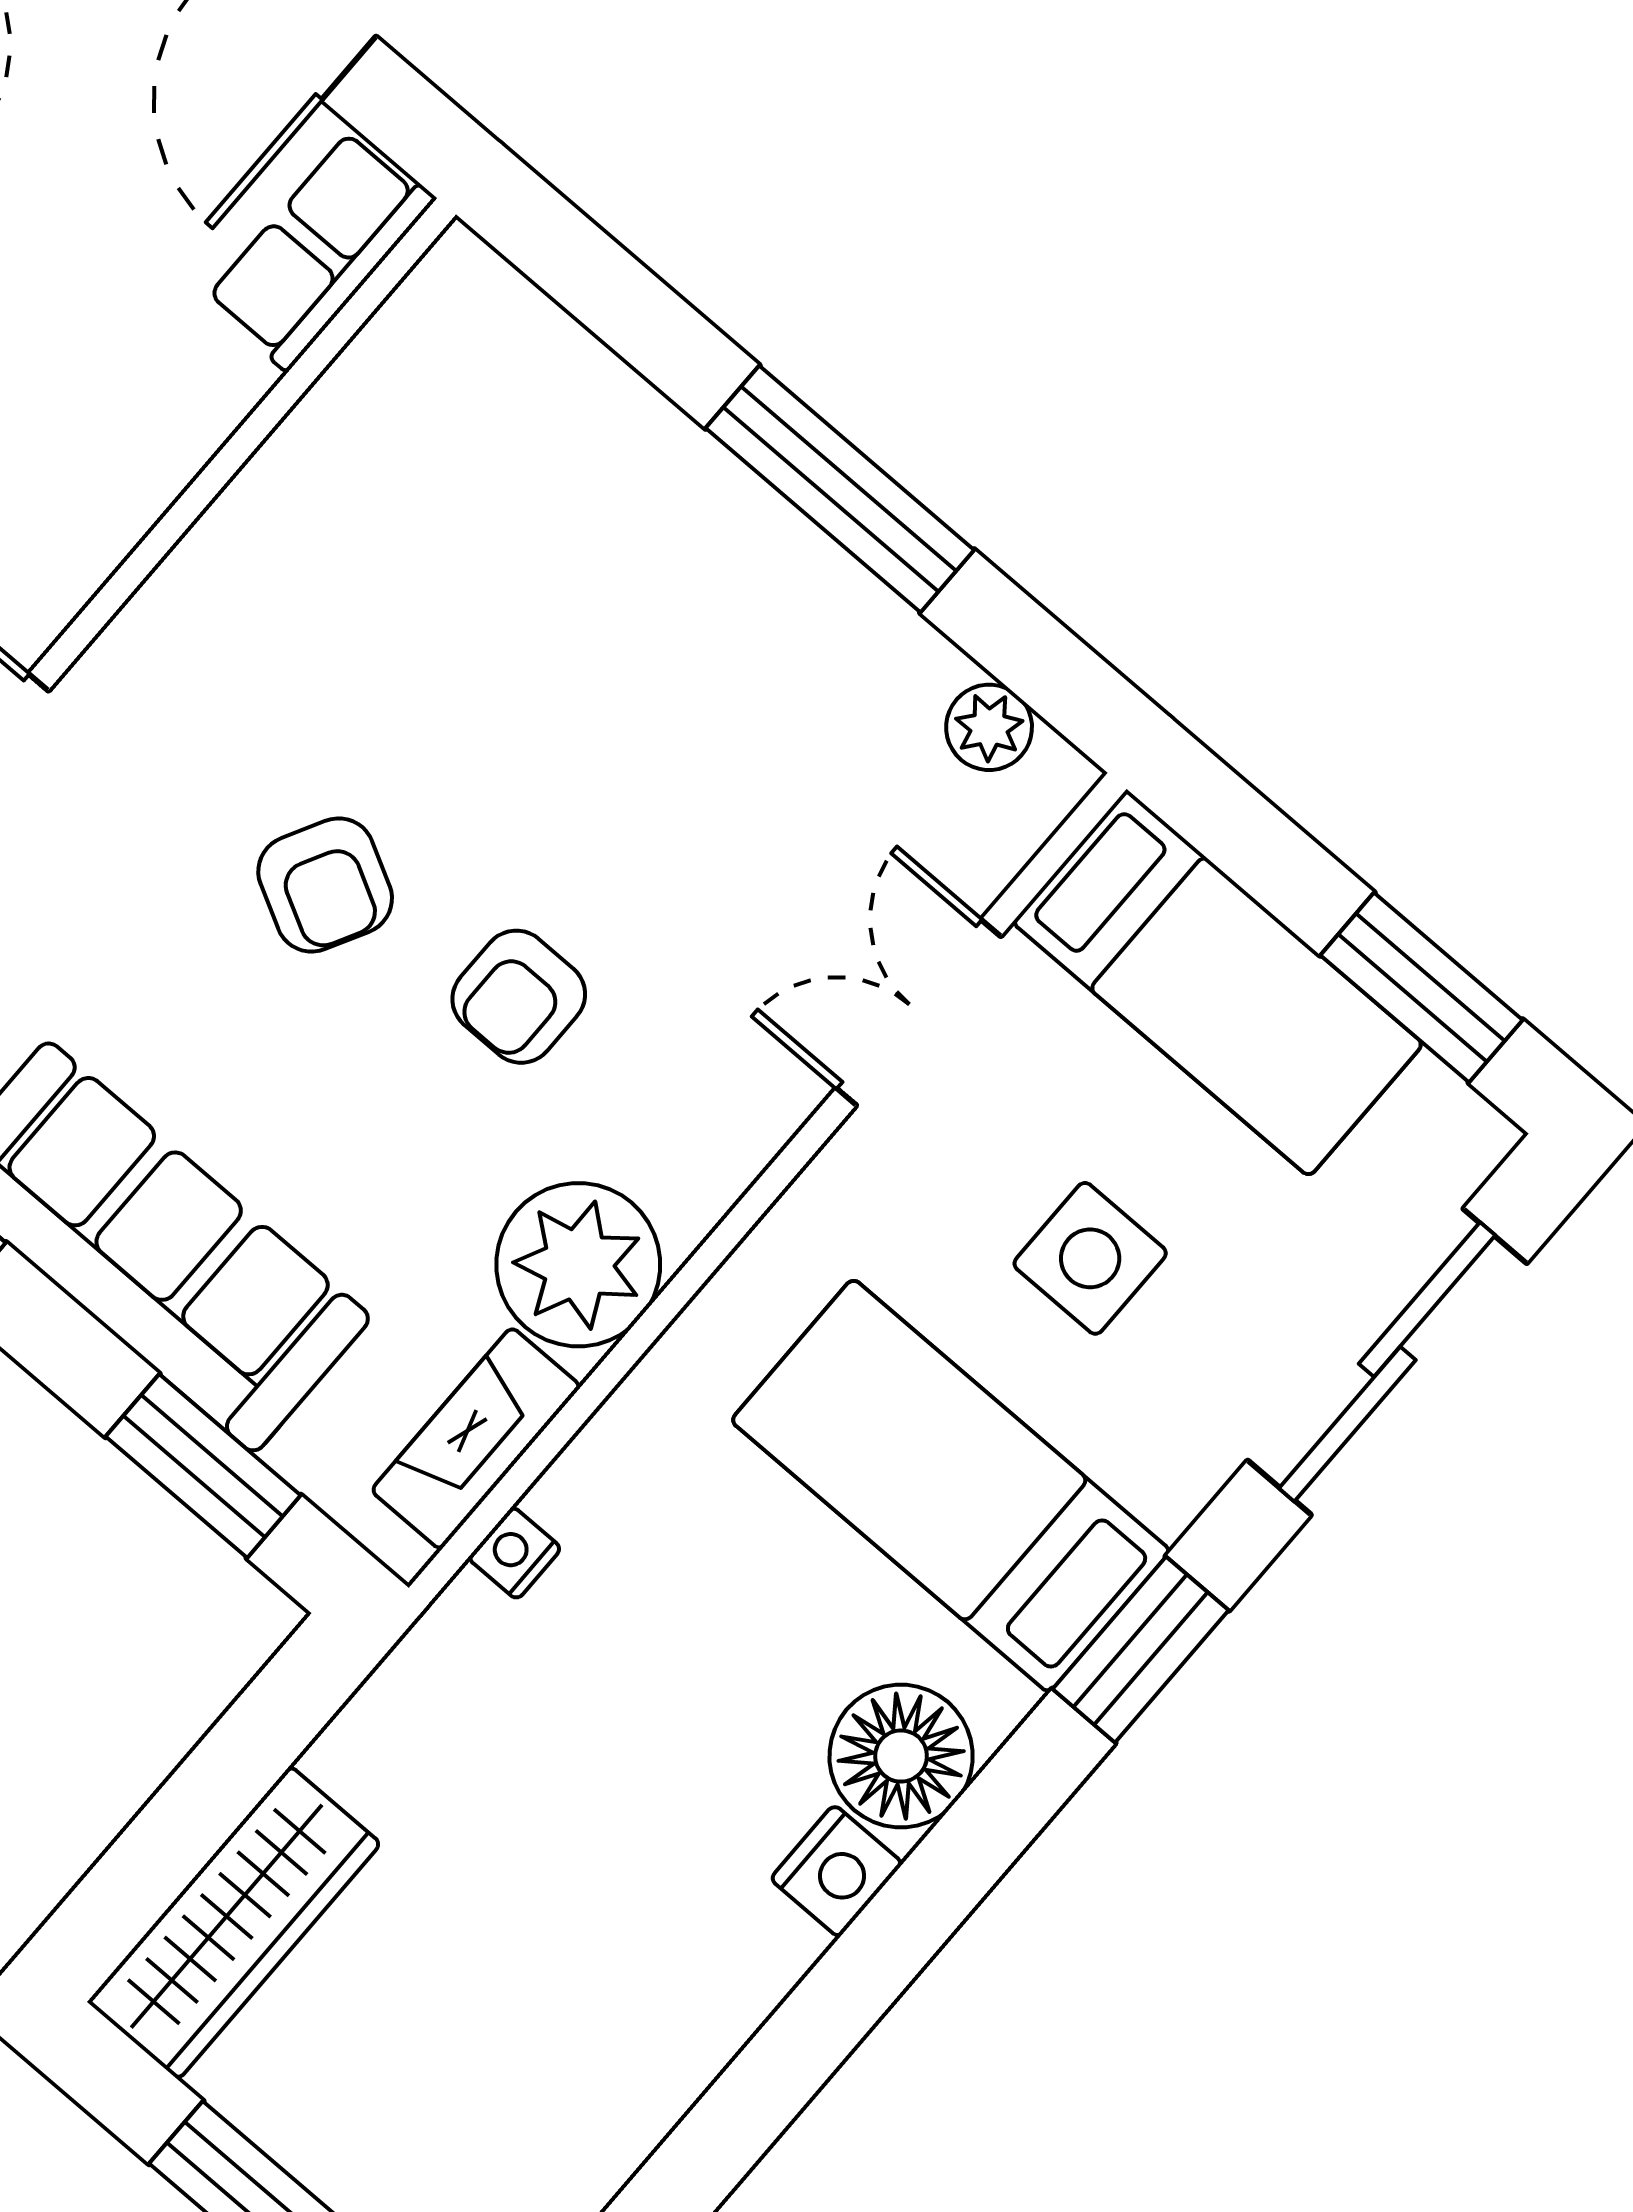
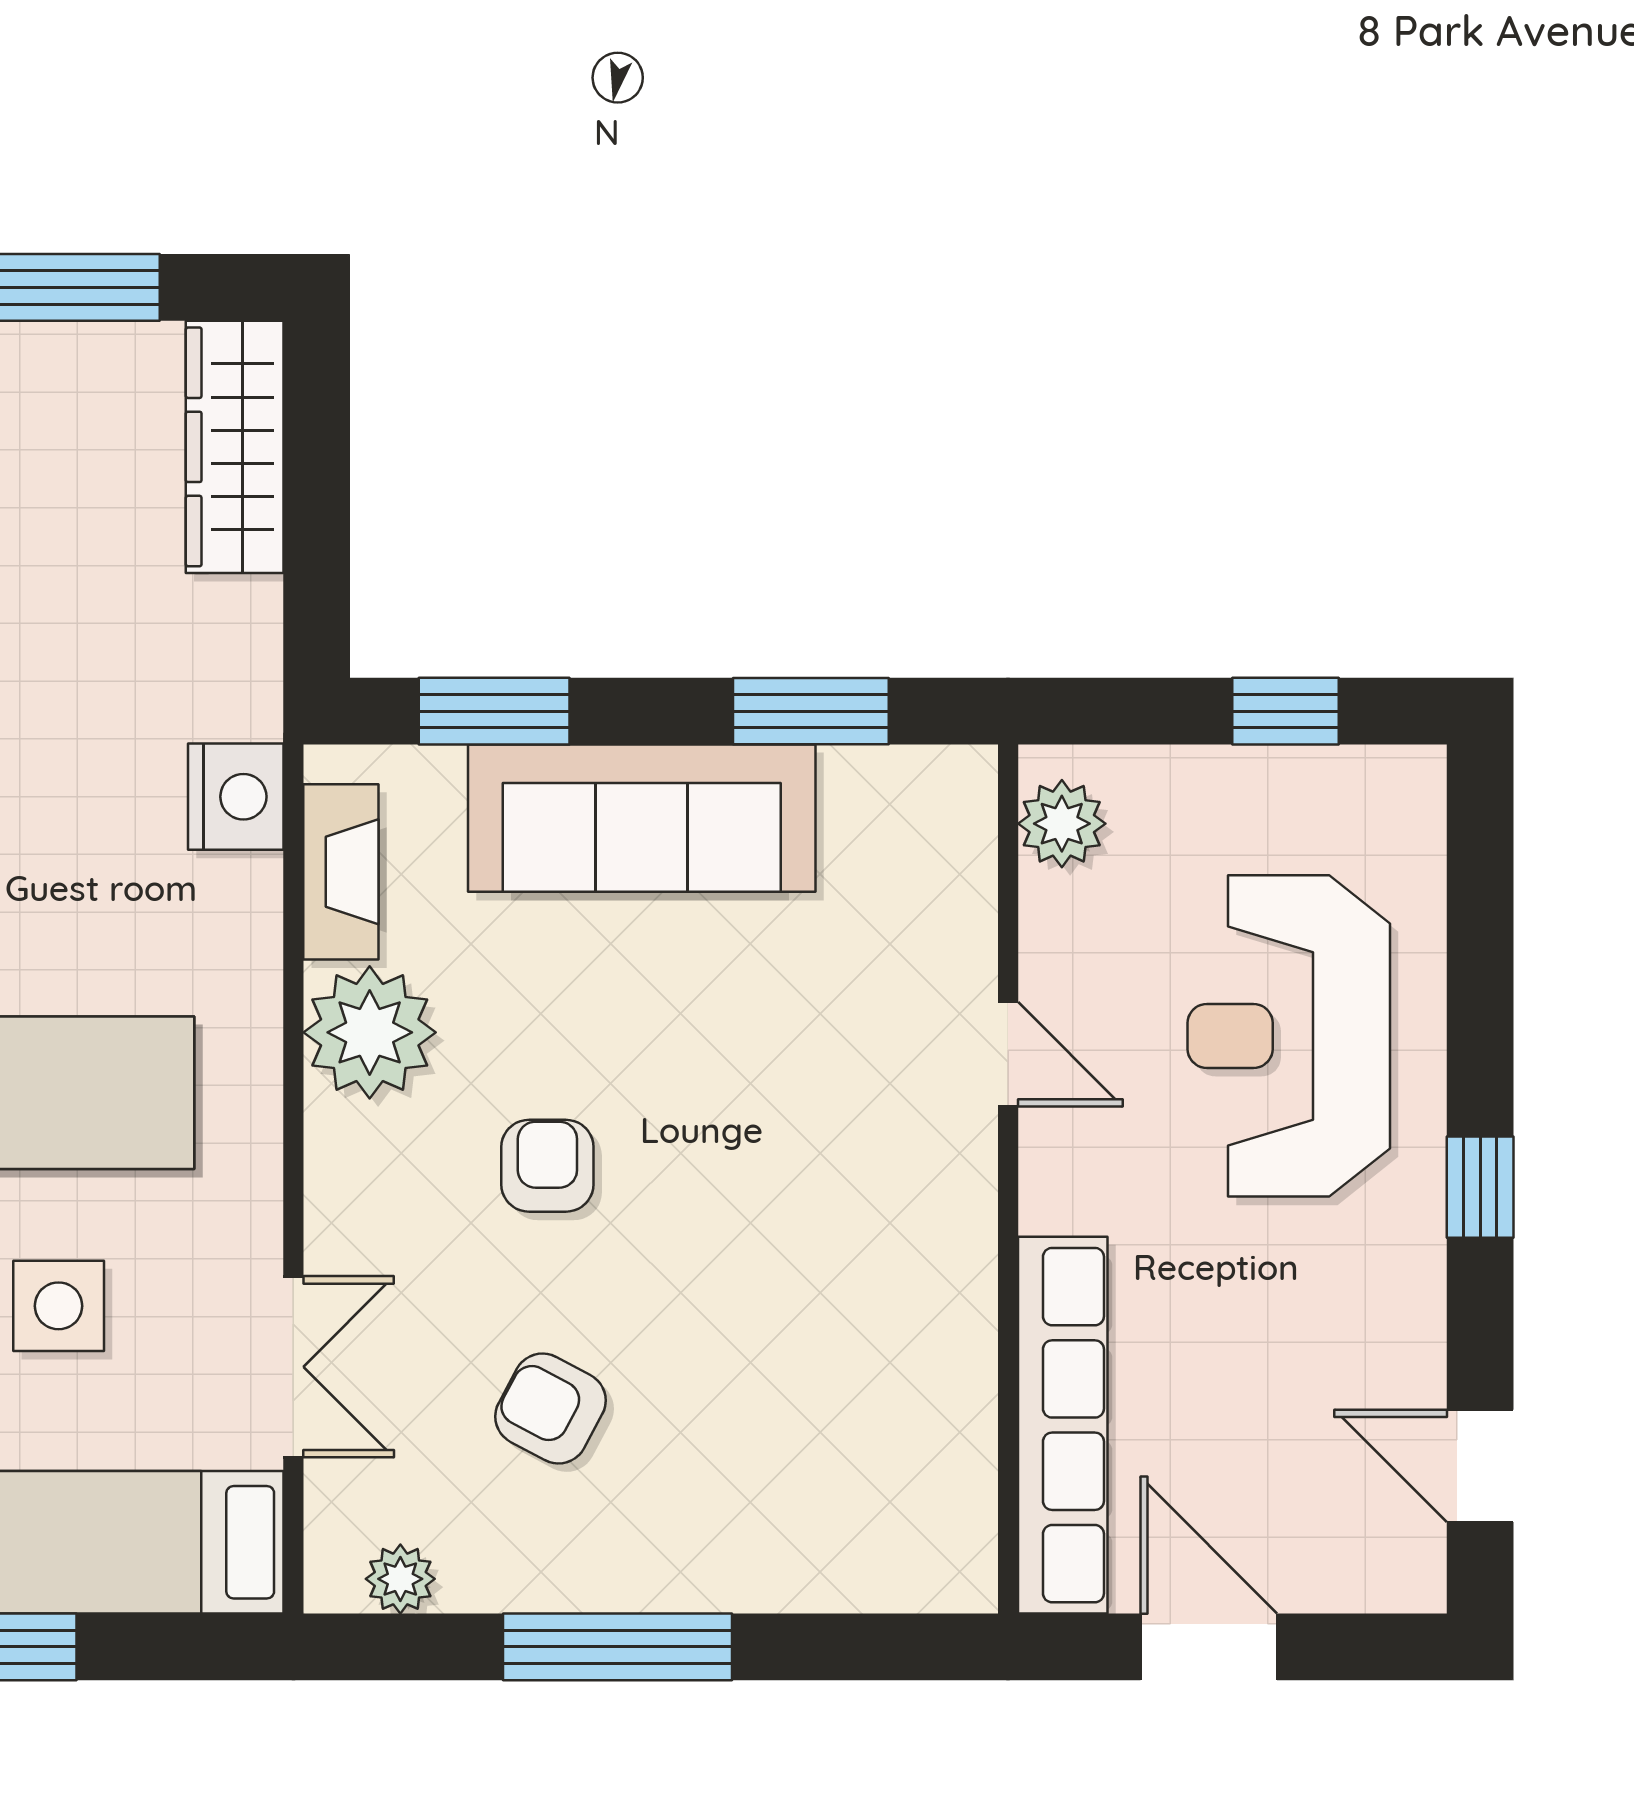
row of seats: (320, 250) -> (1063, 1425), width x2.02
armchair: (325, 885) -> (550, 1408), moved
nightstand: (515, 1553) -> (236, 797), width x1.89, depth x1.79

